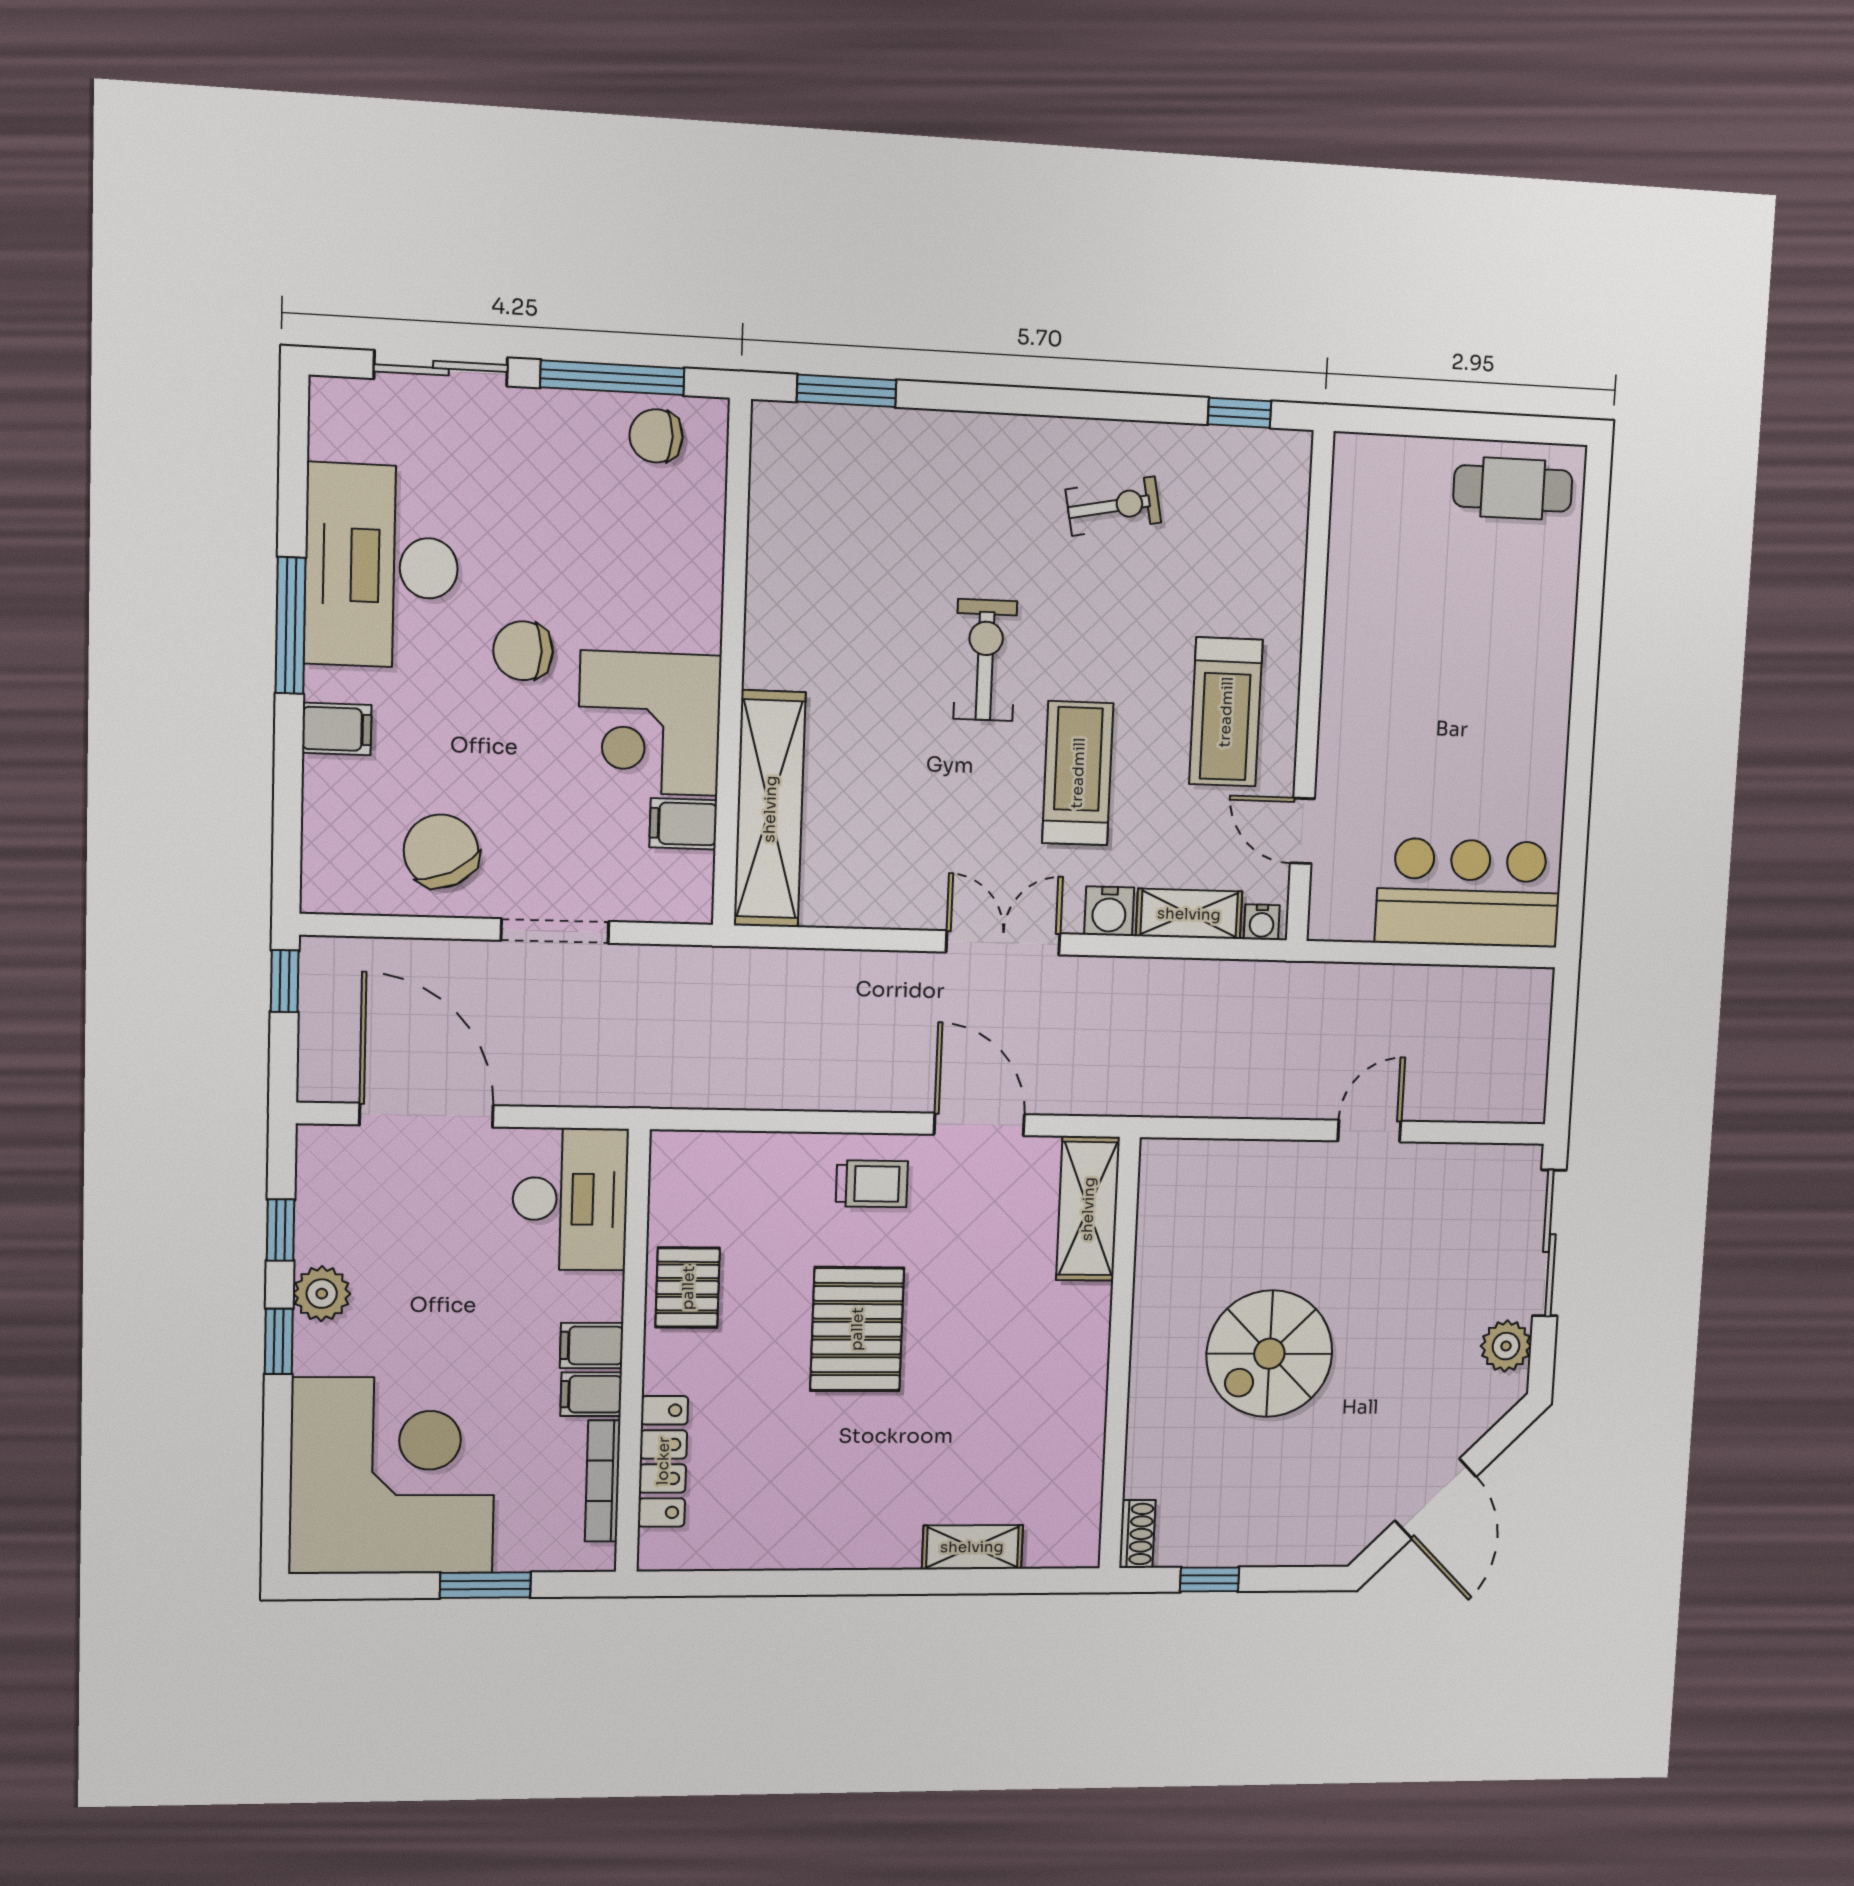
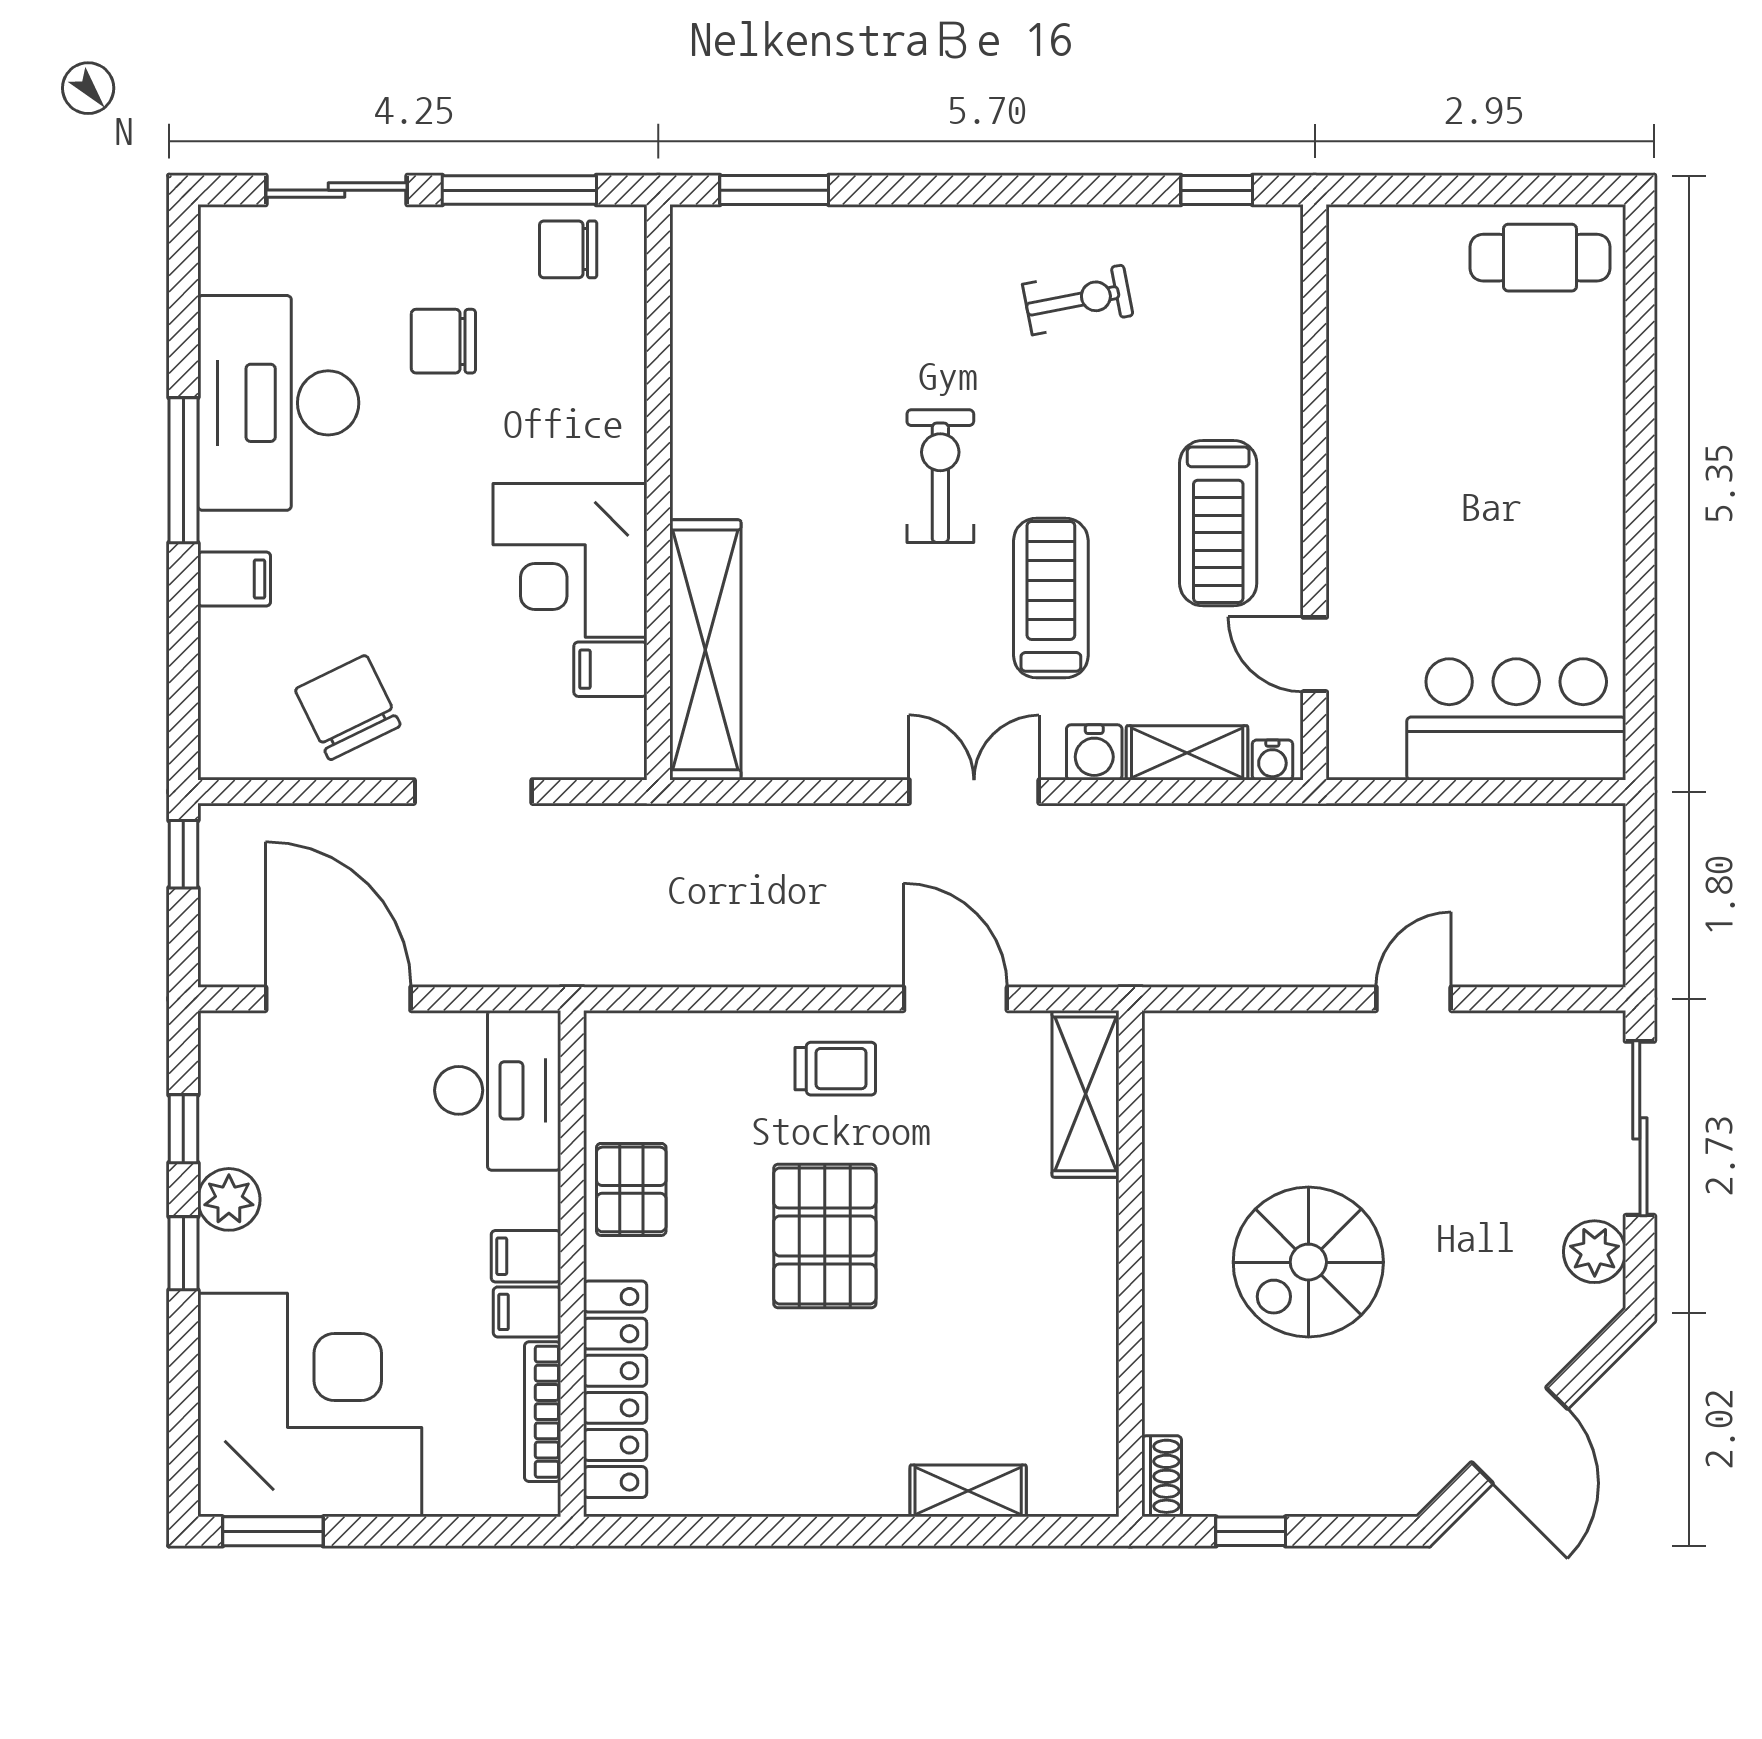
chair: (523, 651) -> (443, 341), moved
locker: (663, 1461) -> (615, 1389), width x1.41, depth x1.21
window: (485, 1585) -> (273, 1531), moved

